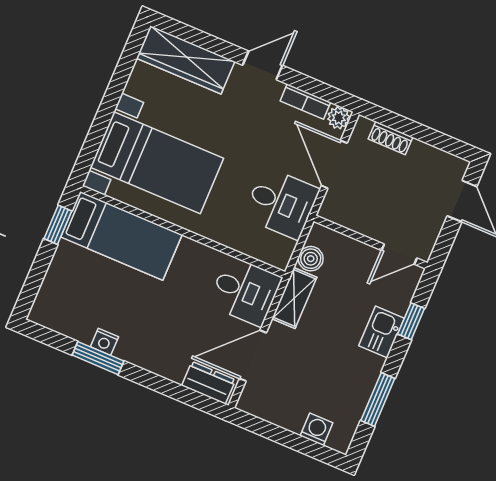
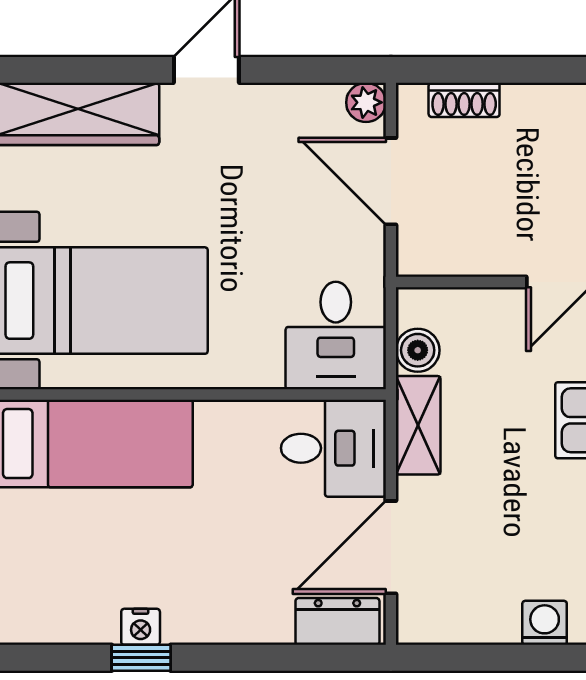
bookcase: (305, 102) -> (301, 99), removed
desk: (281, 203) -> (336, 335), moved, turned 90
window: (98, 358) -> (141, 658), width x0.67

